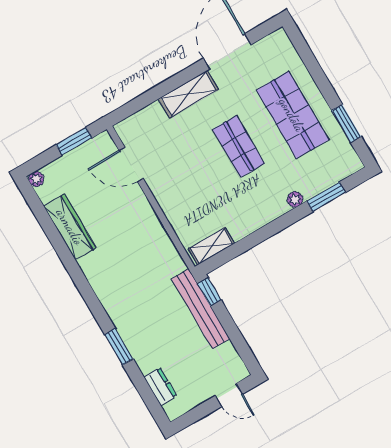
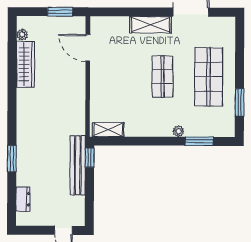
plant: (36, 179) -> (22, 35), moved

